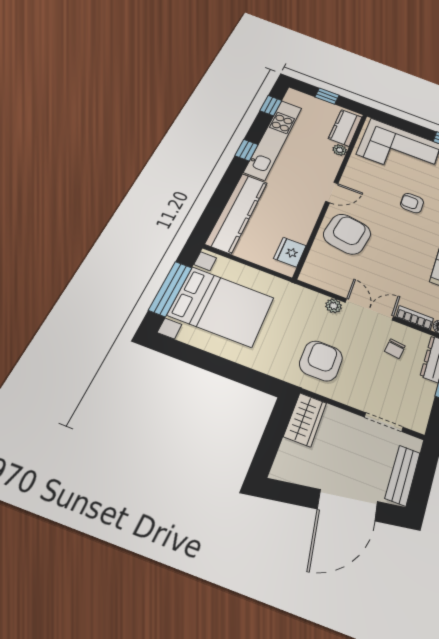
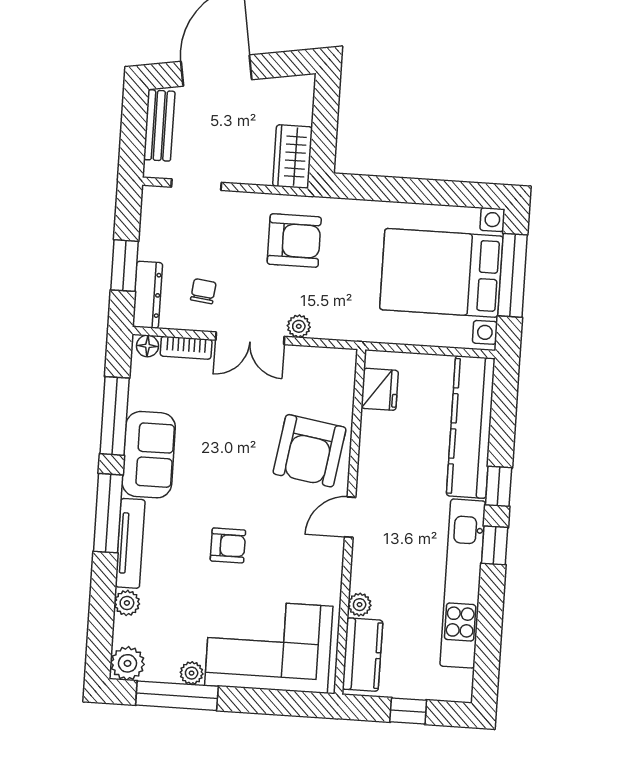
window: (271, 106) -> (499, 486), moved
armchair: (321, 361) -> (294, 241), turned -90

